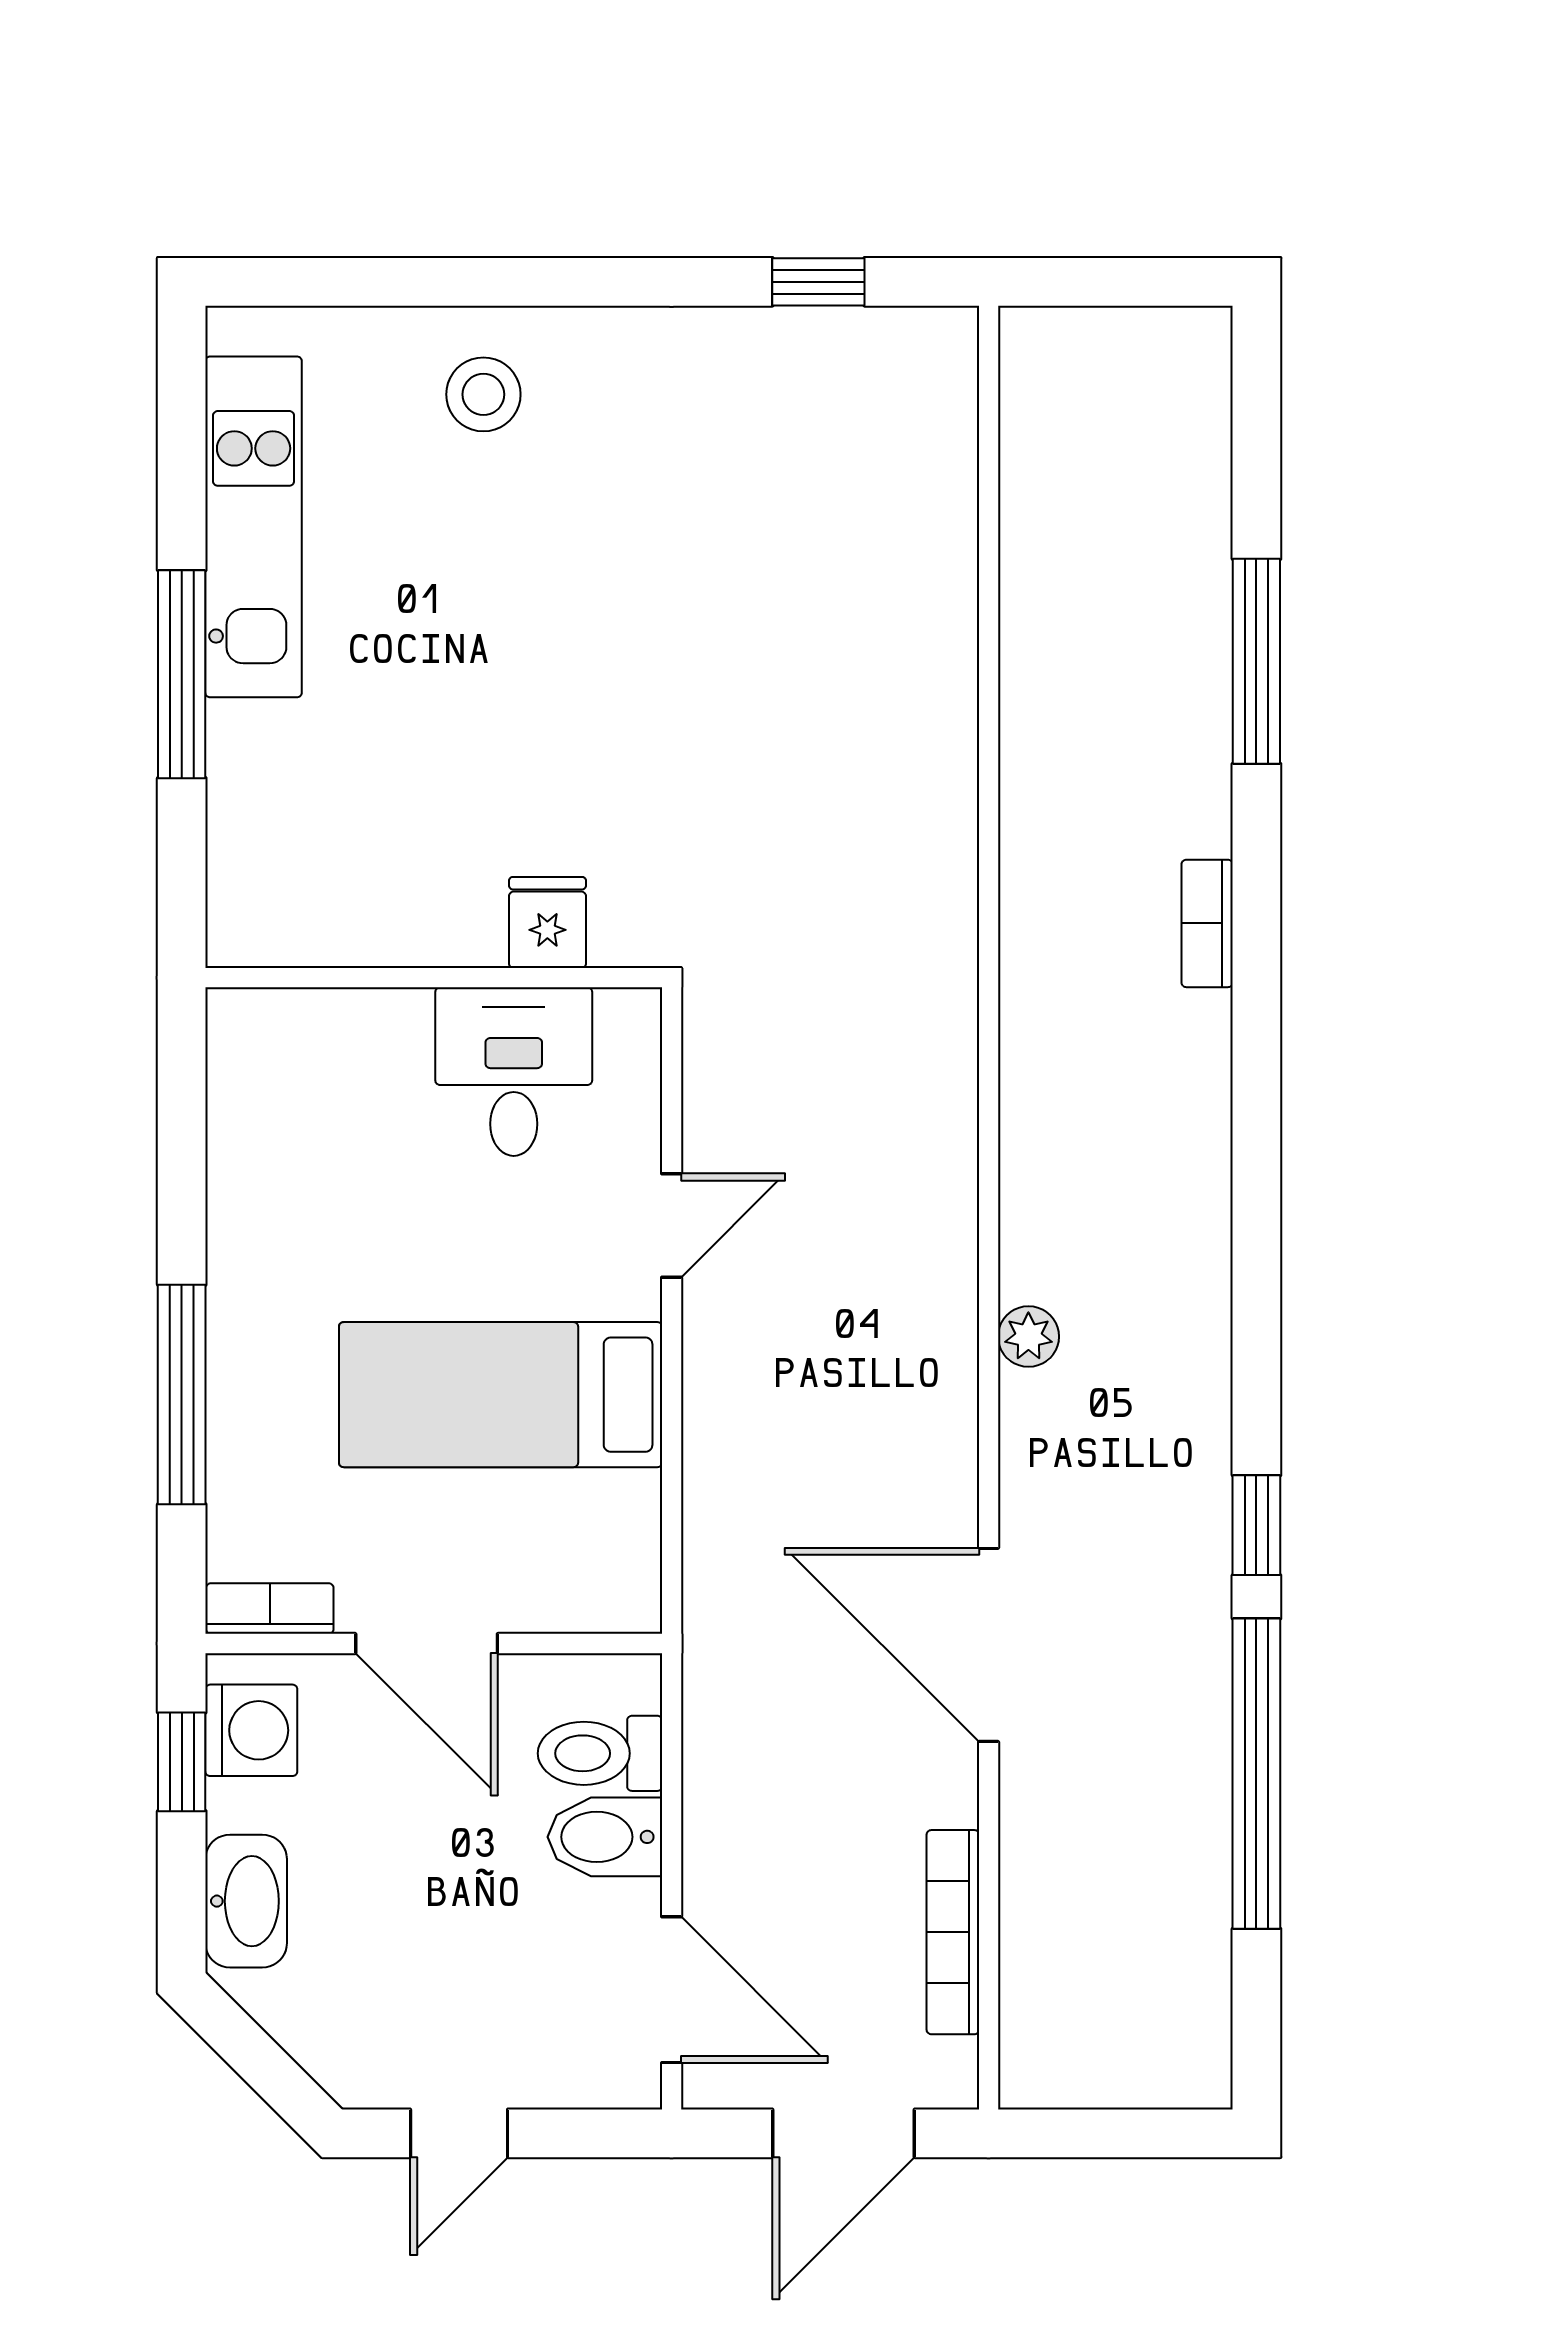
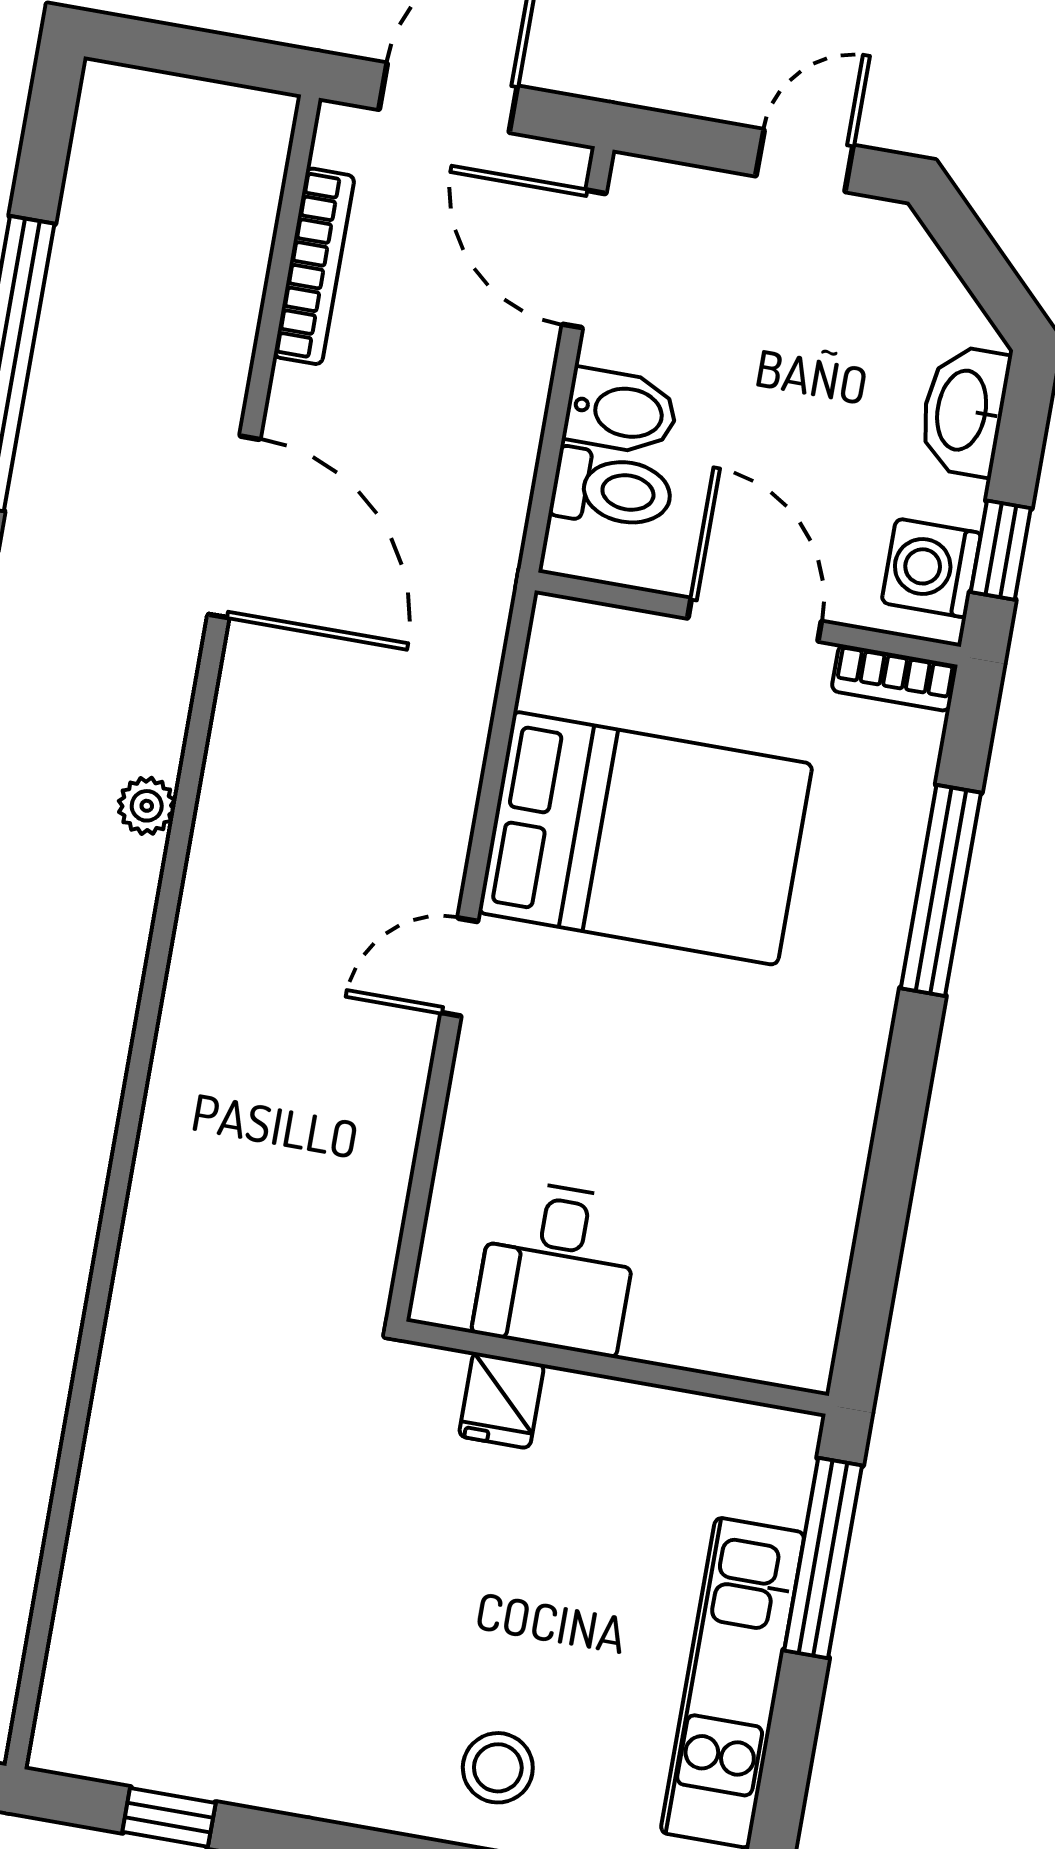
fridge: (547, 923) -> (501, 1400), moved
wall: (434, 978) -> (616, 1368), moved
desk: (514, 1072) -> (557, 1268), moved
bed: (501, 1395) -> (645, 838), width x1.50

